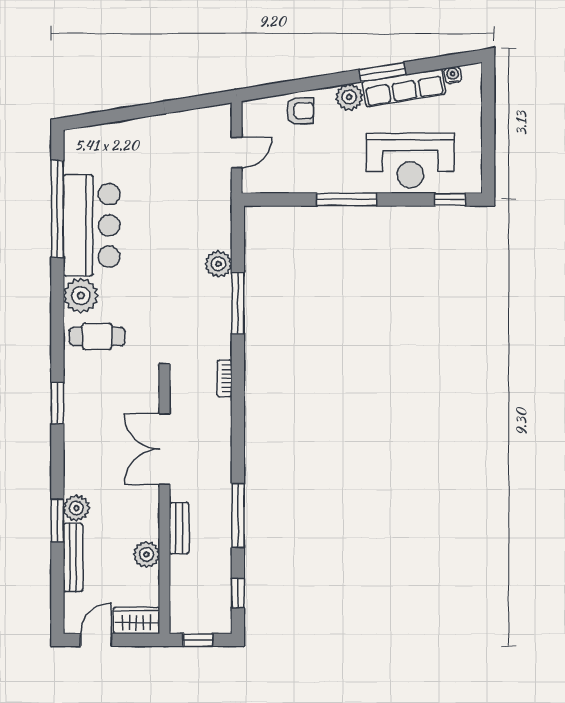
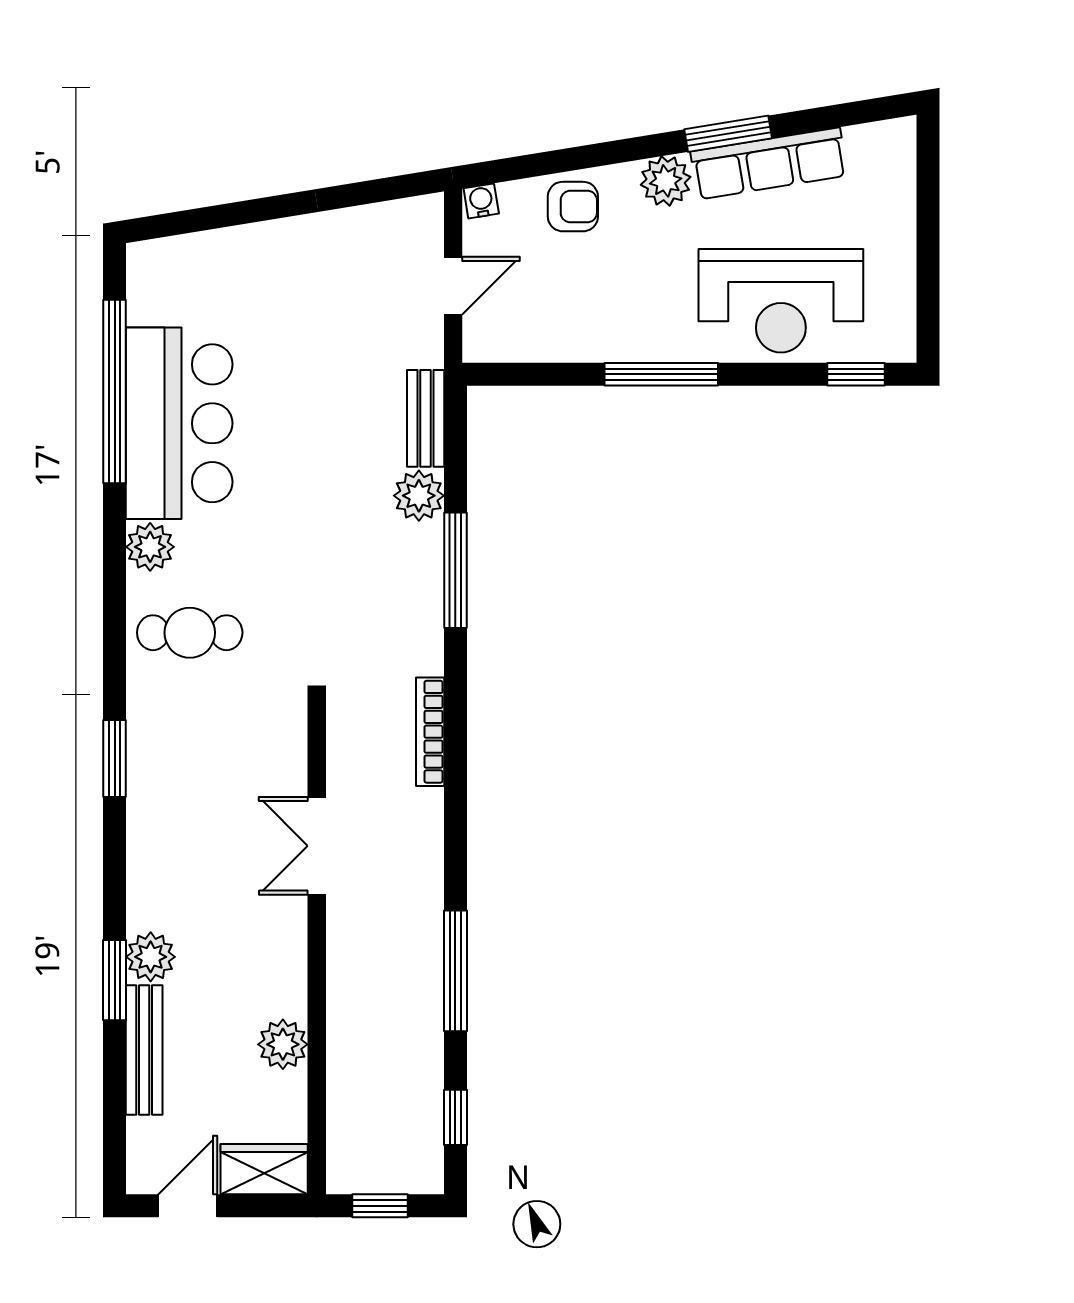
water cooler: (453, 75) -> (481, 201), moved
plant: (81, 296) -> (150, 547), width x0.73, depth x0.73
bookcase: (224, 378) -> (430, 732), width x1.56
double door: (164, 449) -> (317, 846), width x0.73
bench: (179, 528) -> (426, 418), moved

